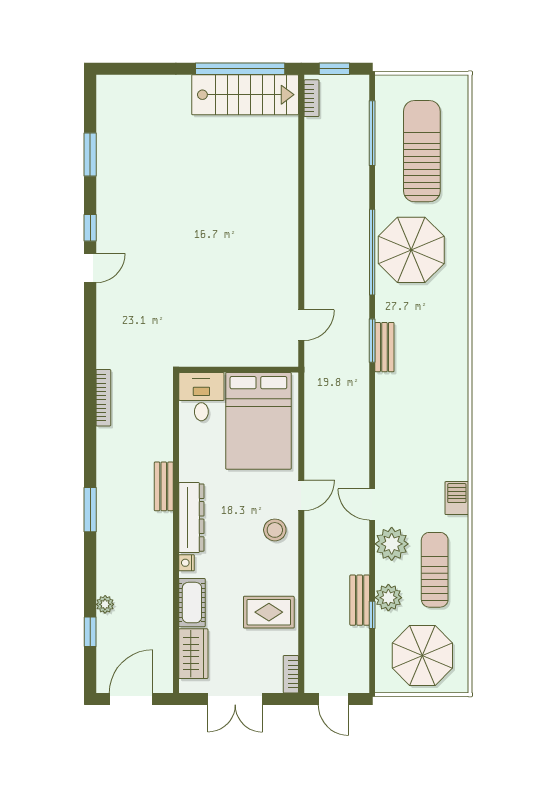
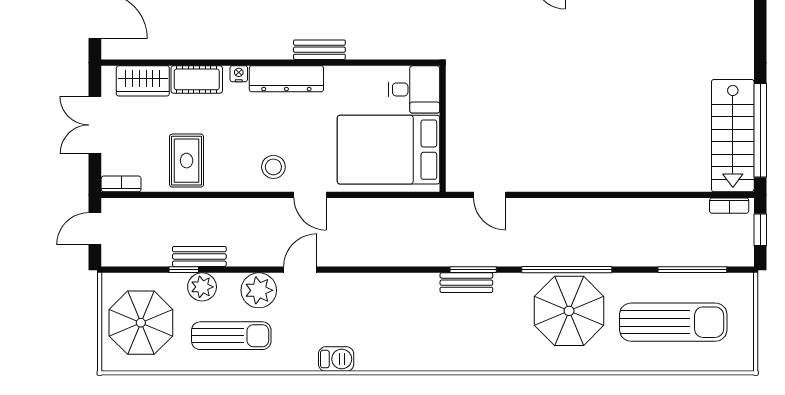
barbecue: (457, 498) -> (336, 359), moved

